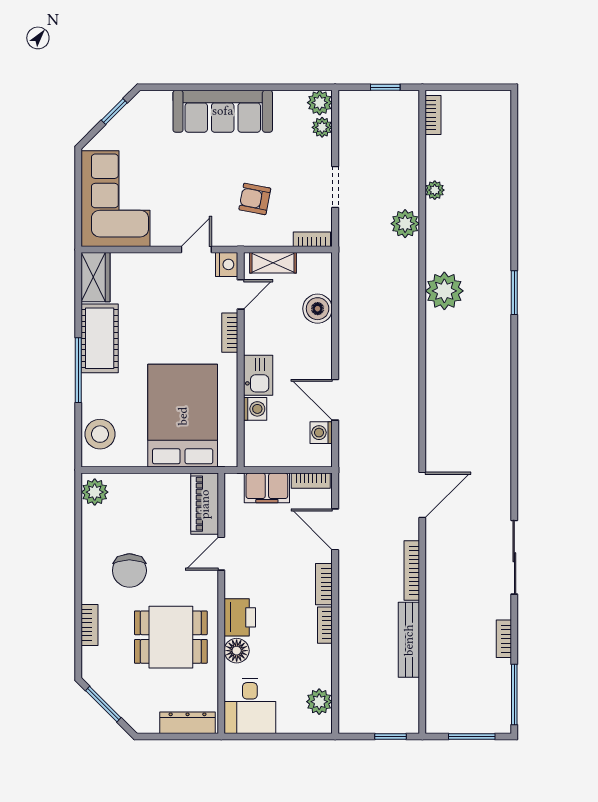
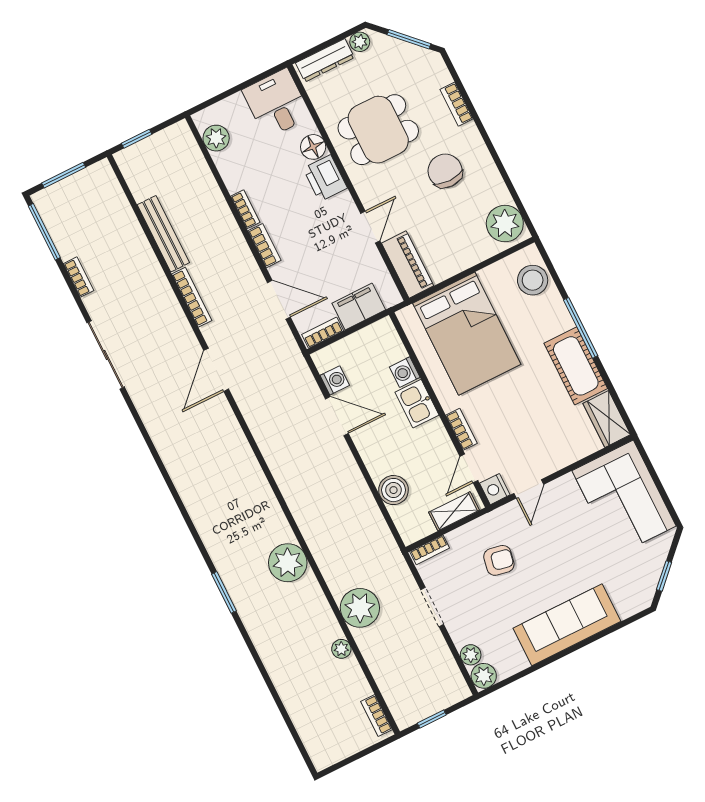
plant: (405, 224) -> (360, 608), width x1.36, depth x1.36
plant: (95, 492) -> (505, 224), width x1.36, depth x1.36
plant: (148, 724) -> (360, 42), added

